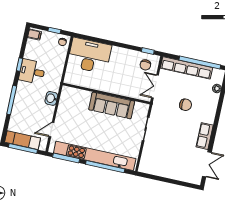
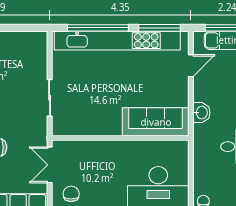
double door: (155, 86) -> (50, 165), swing flipped
sofa: (112, 105) -> (156, 122), moved

